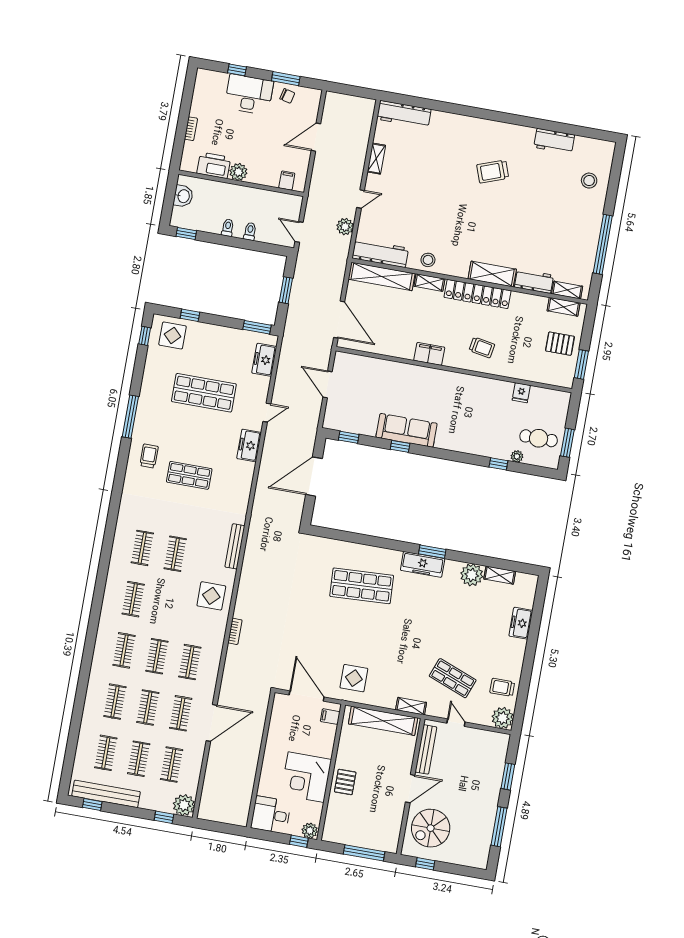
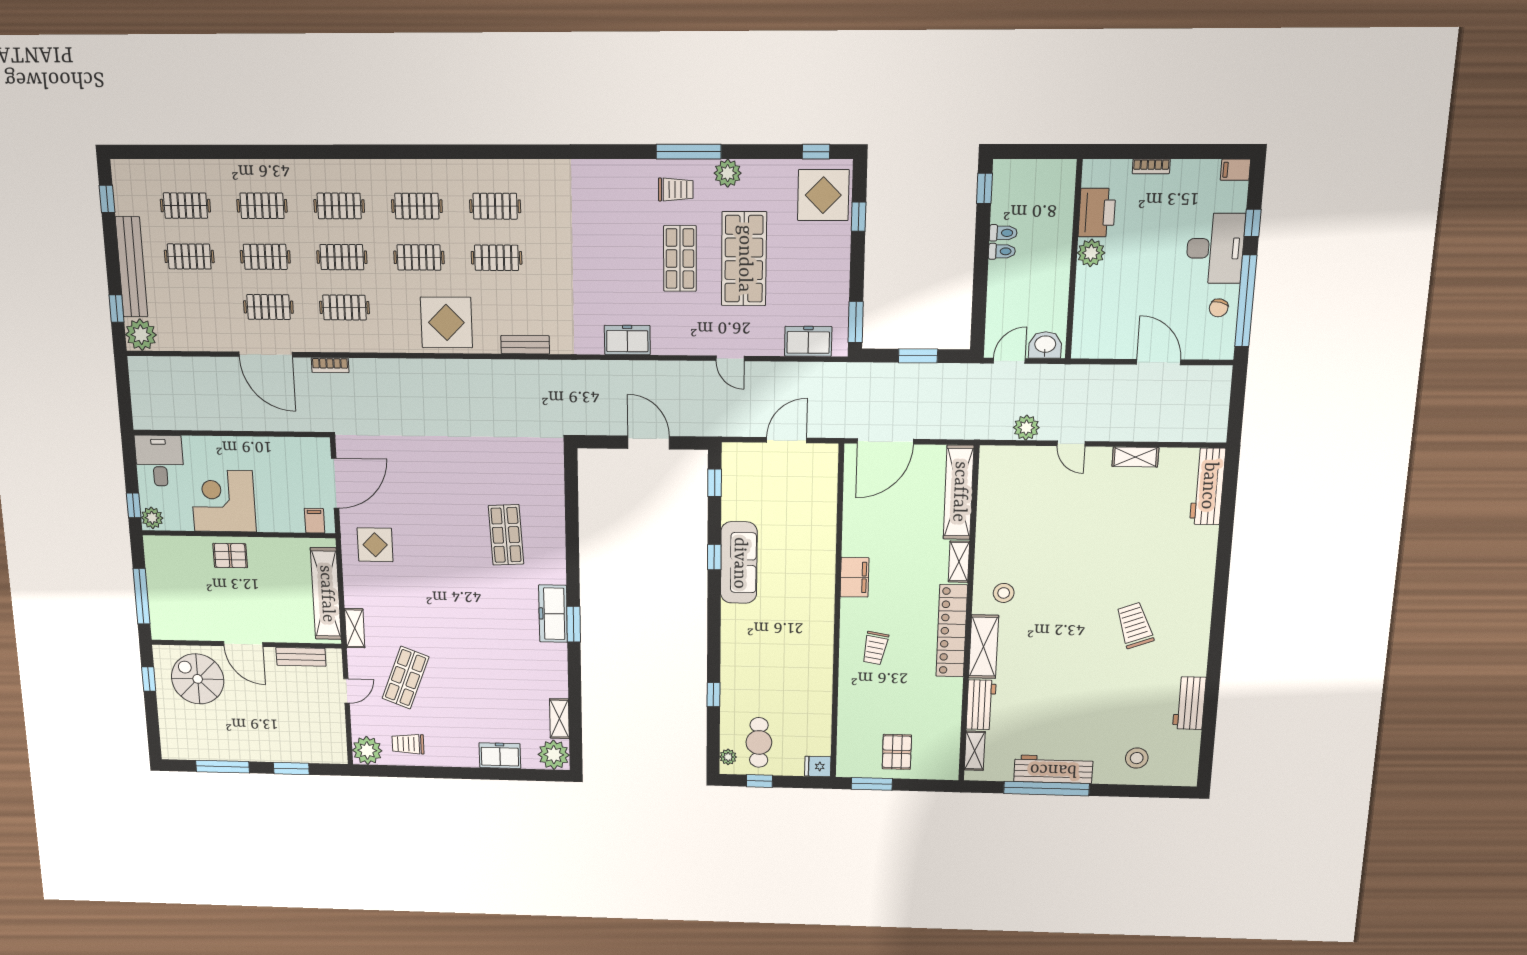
window: (286, 79) -> (1246, 301), width x2.11
filing cabinet: (287, 181) -> (1235, 170), moved, turned 180
washbasin: (183, 196) -> (1045, 345), moved, turned 180
toilet: (250, 231) -> (1003, 233), moved
workbench: (380, 253) -> (1053, 769), moved, turned -90
stool: (428, 260) -> (1004, 593), moved
shelving: (564, 307) -> (950, 749), removed
display table: (173, 335) -> (823, 195), width x1.36, depth x1.36
fridge: (521, 393) -> (818, 766), moved
plant: (148, 394) -> (728, 173), added
window: (567, 443) -> (759, 781), width x0.67
freezer: (249, 445) -> (627, 340), moved
trolley: (149, 456) -> (676, 189), moved
plant: (517, 456) -> (728, 757), moved
shop shelf: (189, 475) -> (680, 259), moved
door: (314, 477) -> (649, 442), width x0.73
bench: (235, 546) -> (525, 345), width x0.73
plant: (472, 575) -> (554, 755), moved
shop shelf: (362, 586) -> (506, 535), width x0.70, depth x0.74
display table: (211, 596) -> (446, 322), width x1.36, depth x1.36
bookcase: (235, 631) -> (330, 365), moved
trolley: (502, 687) -> (408, 744), turned -90
bench: (426, 749) -> (301, 657), width x0.73
clothes rail: (172, 765) -> (419, 257), moved
bench: (106, 794) -> (132, 267), moved

